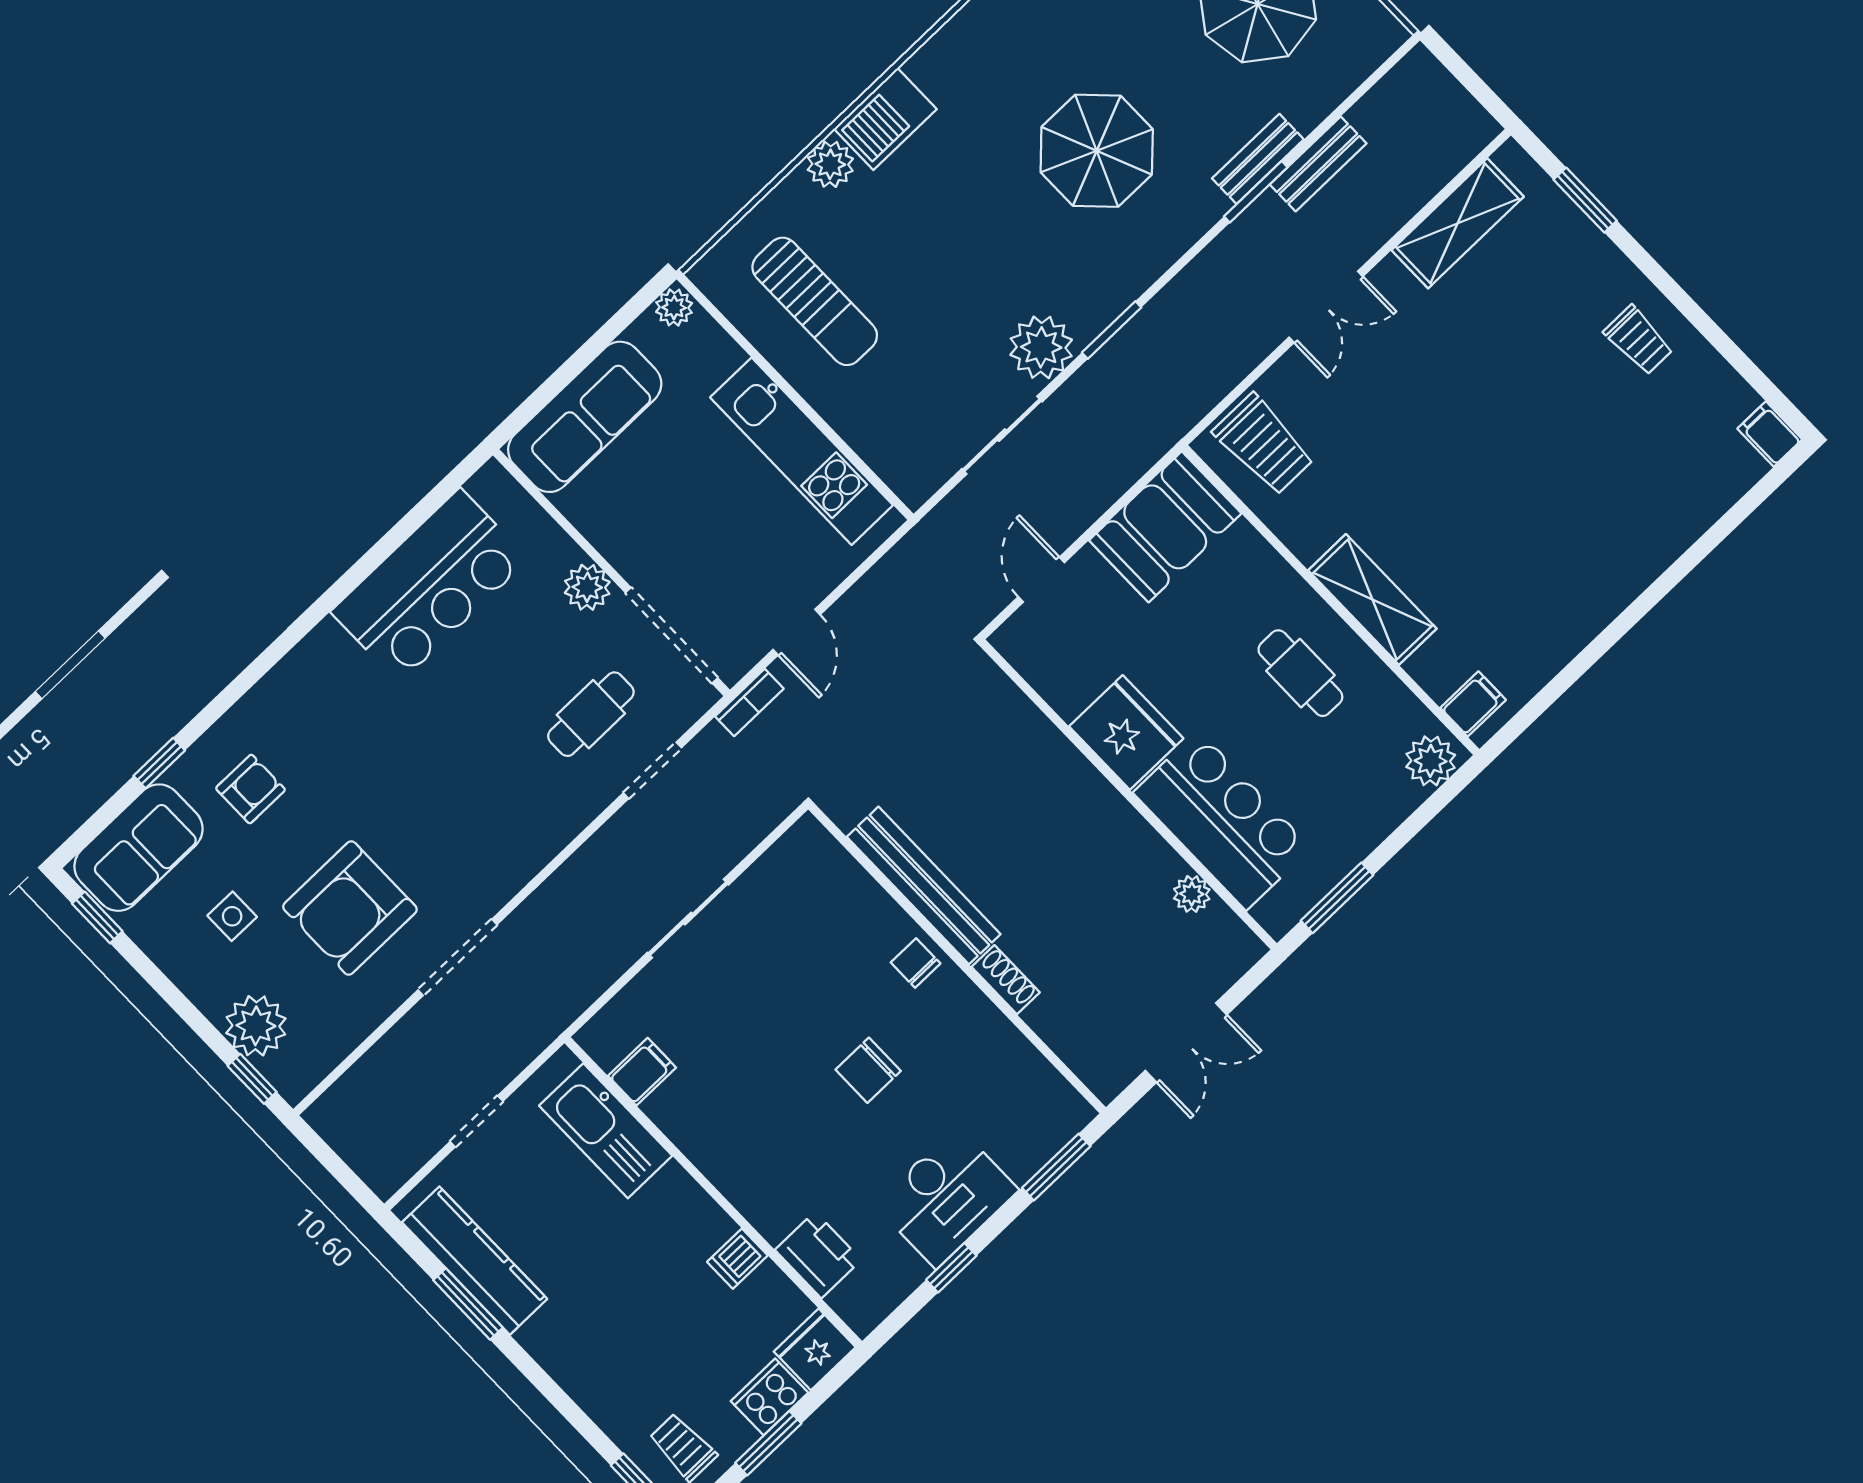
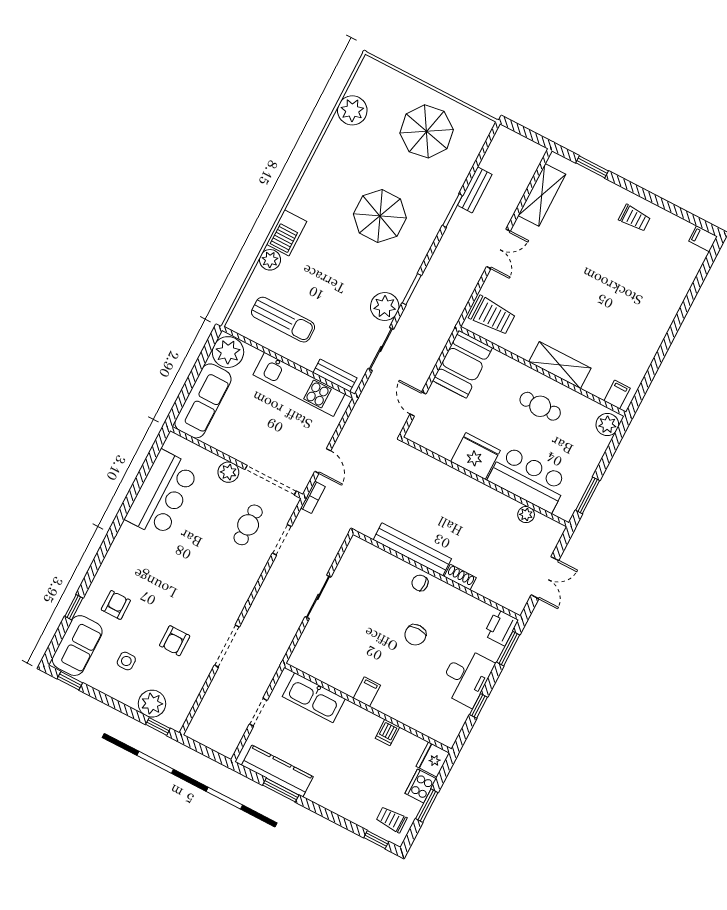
bench: (1258, 159) -> (335, 375), moved, turned 90
plant: (674, 308) -> (228, 352), width x1.88, depth x1.88
armchair: (350, 908) -> (175, 641), width x0.53, depth x0.53
filing cabinet: (642, 1072) -> (367, 692), moved
printer: (818, 1255) -> (501, 627), moved, turned -90

